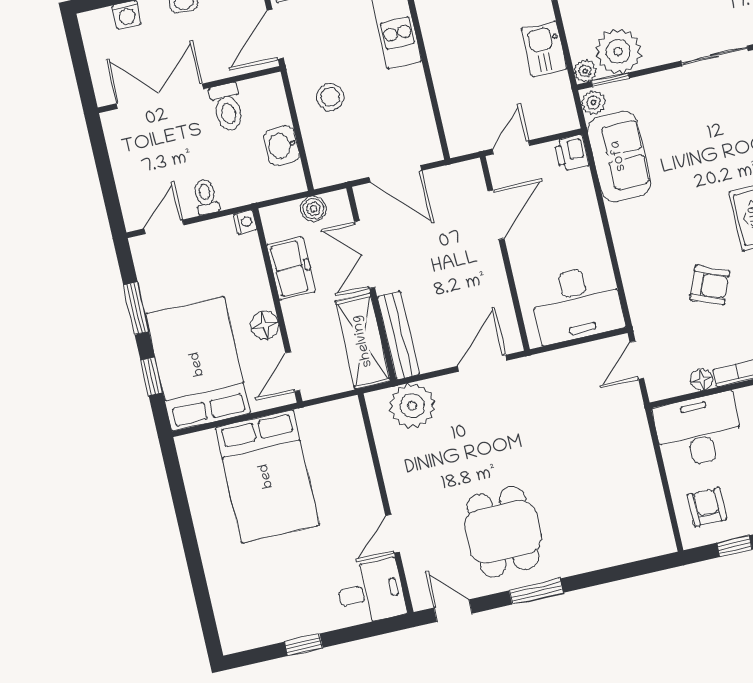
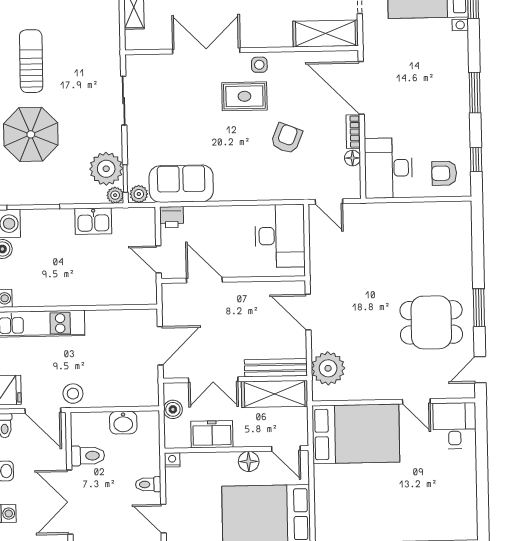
stool: (330, 97) -> (73, 394), moved
bed: (267, 476) -> (356, 434), moved
window: (304, 645) -> (482, 481), removed

